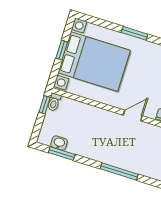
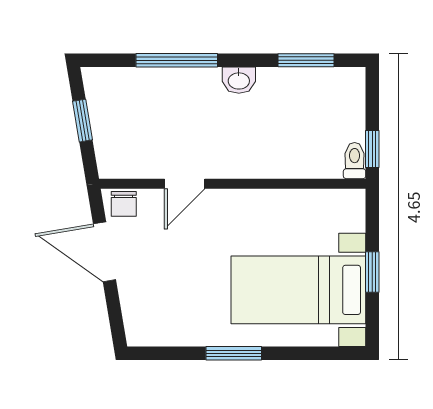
bed with nightstands: (94, 62) -> (298, 290), width x0.73
washbasin: (59, 143) -> (239, 80), moved

